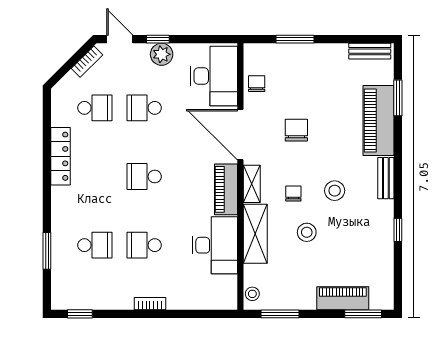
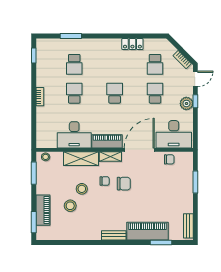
chair: (296, 130) -> (124, 184), moved
locker: (60, 156) -> (132, 44), width x0.66
stool: (335, 191) -> (70, 206), moved
window: (398, 230) -> (83, 242), removed

